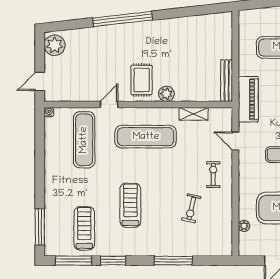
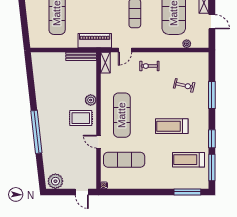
shelving: (194, 114) -> (105, 63), moved
exercise bike: (191, 208) -> (184, 85), moved

